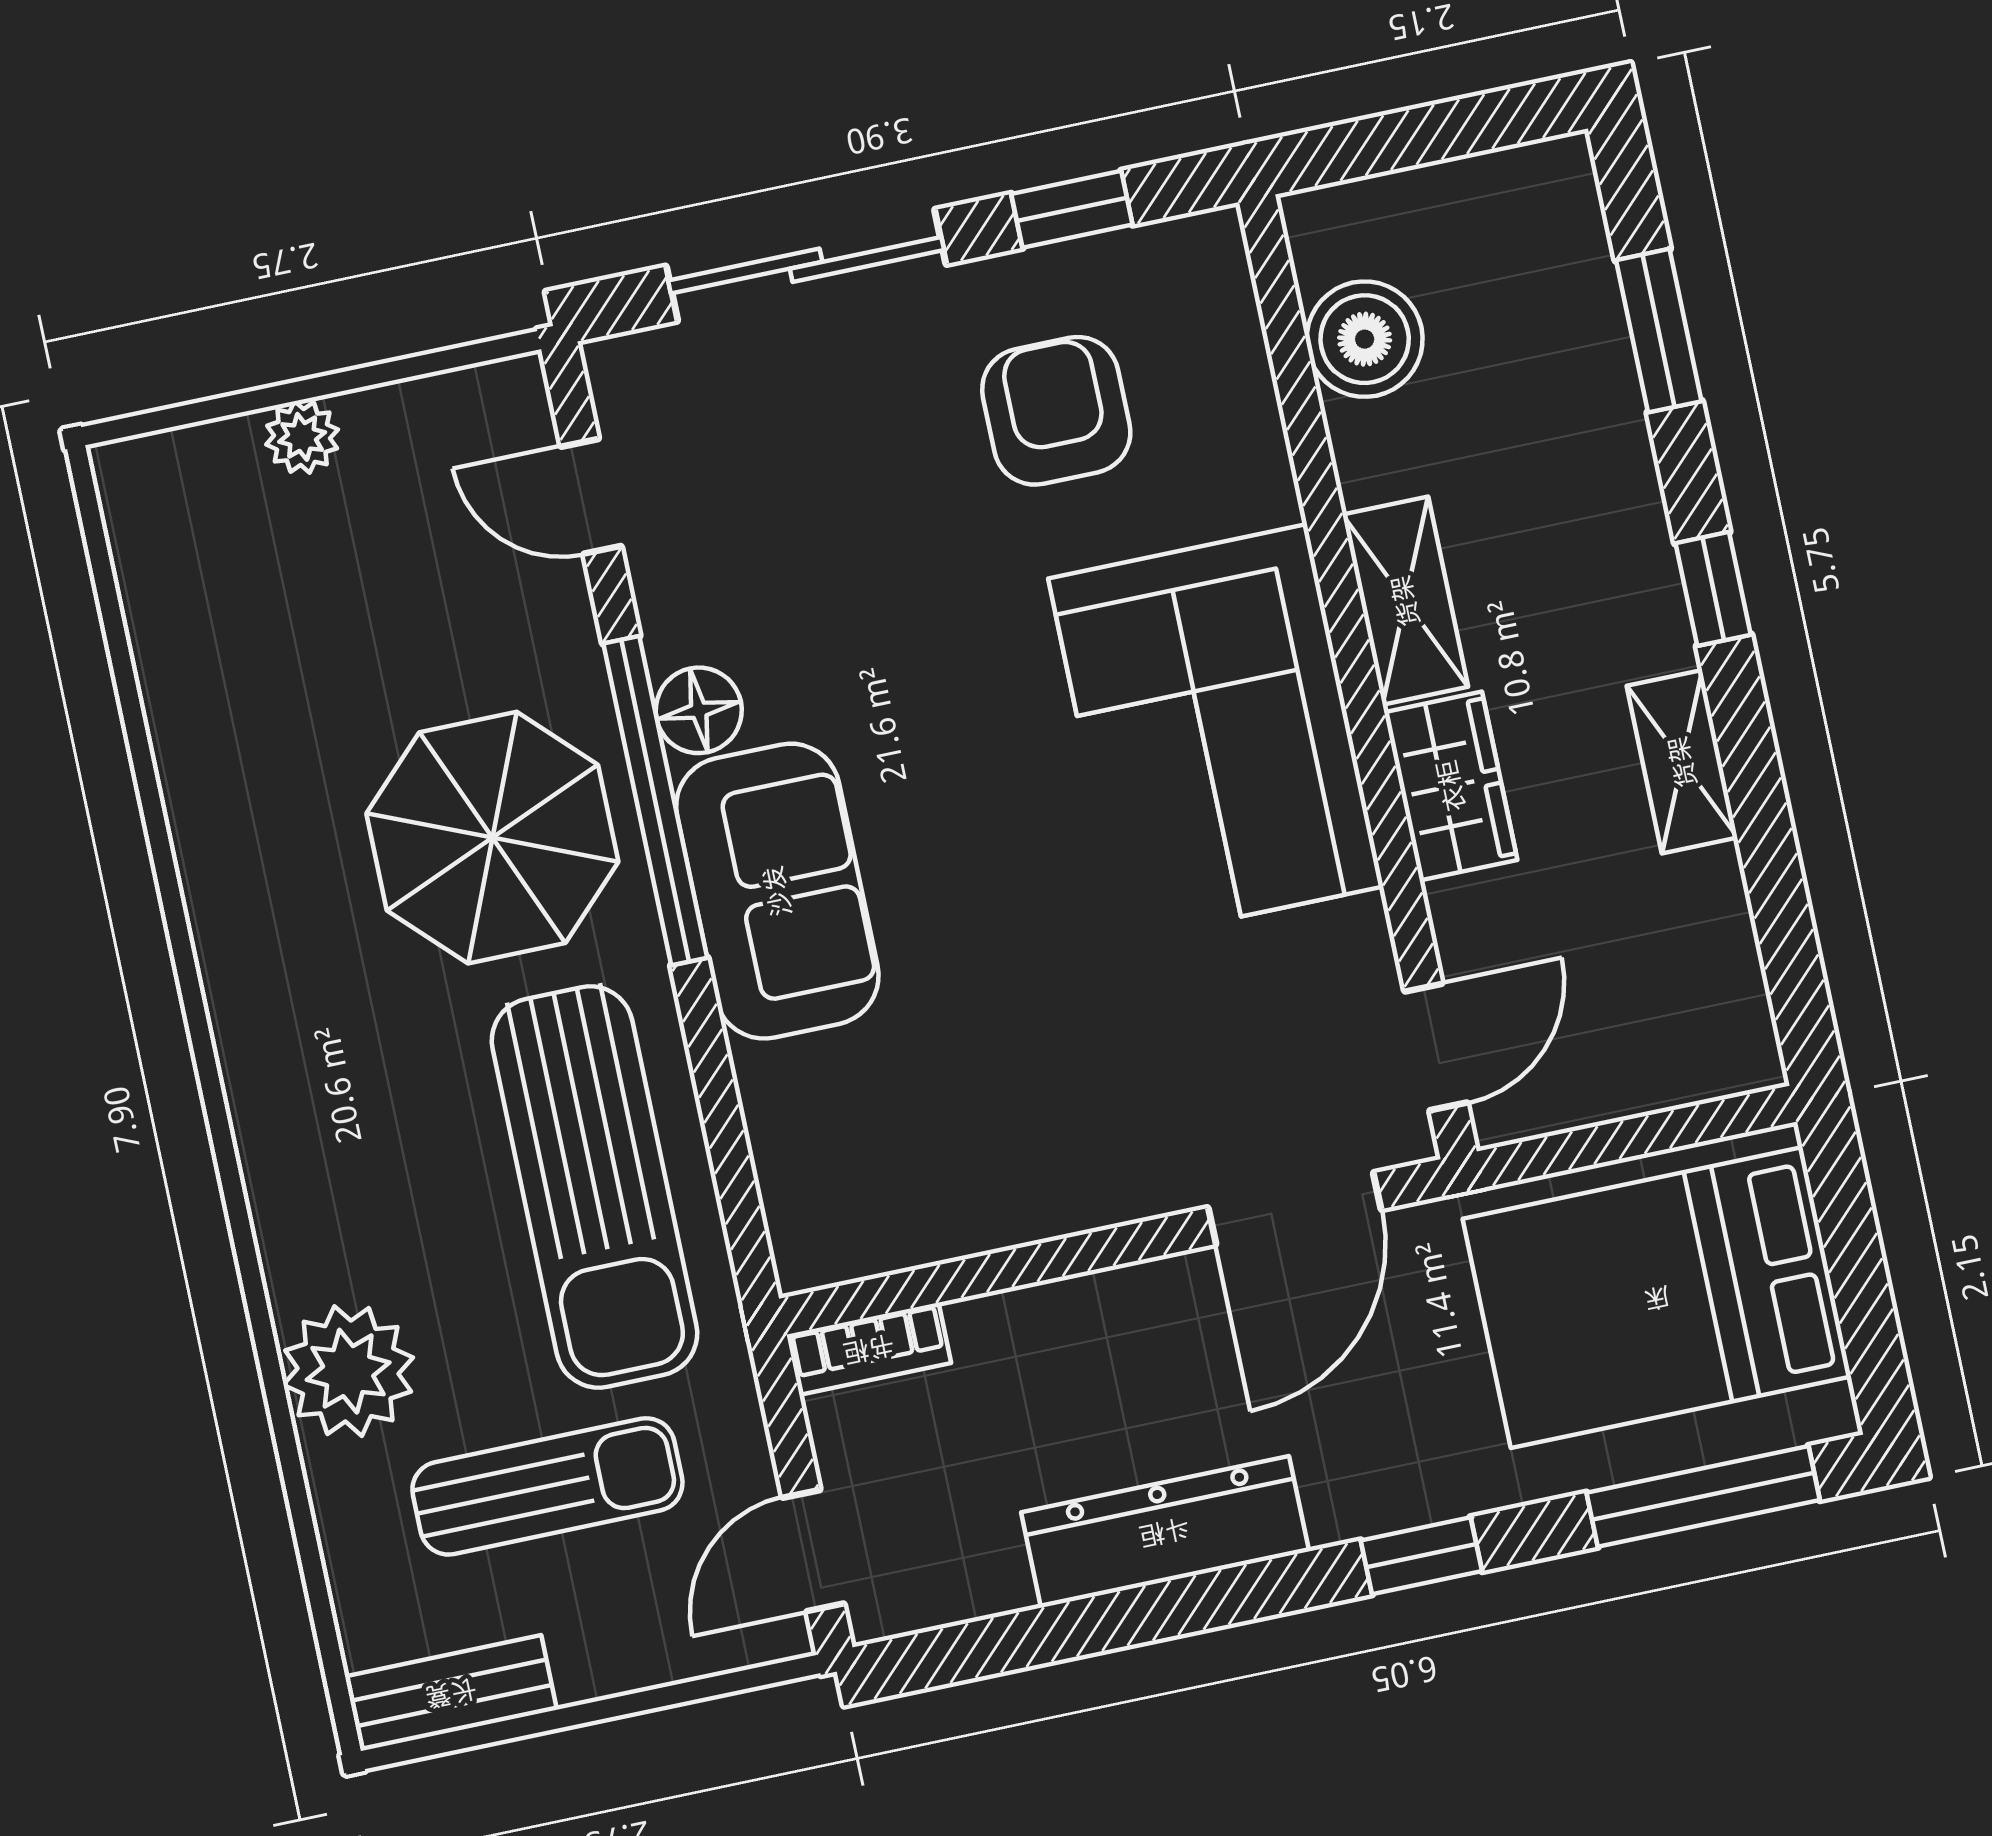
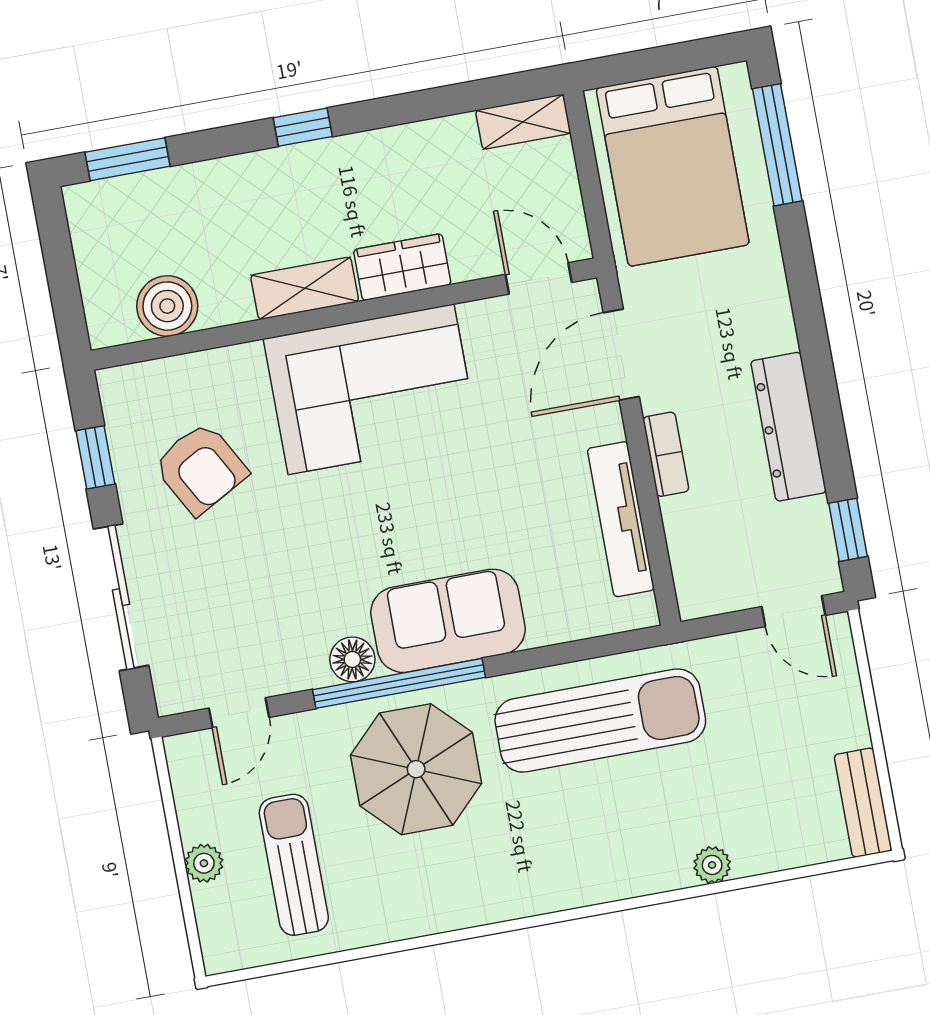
window: (1659, 331) -> (128, 159), moved
armchair: (1056, 411) -> (201, 468), turned -119
shelving: (1682, 762) -> (523, 122), moved
door: (1295, 1209) -> (621, 355), swing flipped
tv unit: (980, 1216) -> (621, 519), added
bookcase: (869, 1349) -> (666, 454), moved
plant: (348, 1371) -> (712, 865), width x0.53, depth x0.53
sun lounger: (547, 1486) -> (294, 865), moved
window: (1421, 1556) -> (848, 530), moved

